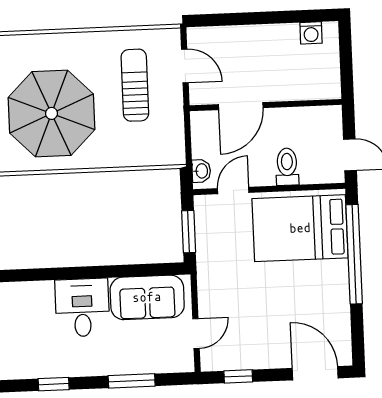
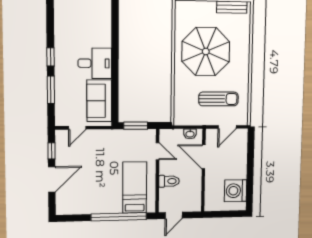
washing machine: (311, 33) -> (236, 191), width x1.89, depth x1.89
washbasin: (201, 171) -> (190, 134), moved
bed: (300, 228) -> (135, 187), width x0.67
door: (196, 334) -> (77, 128), hinge flipped
door: (315, 373) -> (52, 179), moved
window: (54, 384) -> (51, 57), moved

